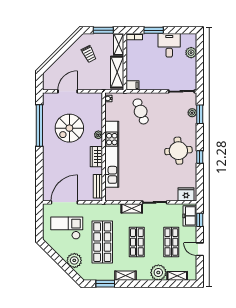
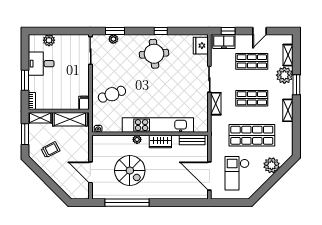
window: (105, 284) -> (296, 85), moved

